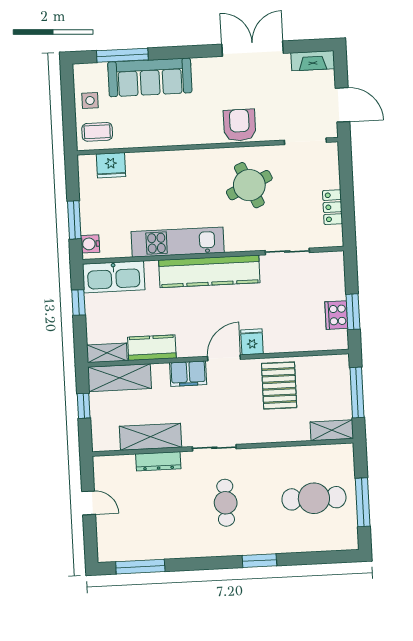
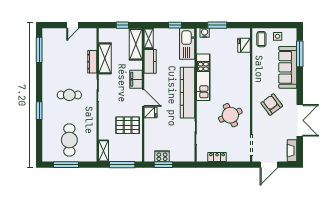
armchair: (240, 125) -> (272, 104), moved, turned -127

